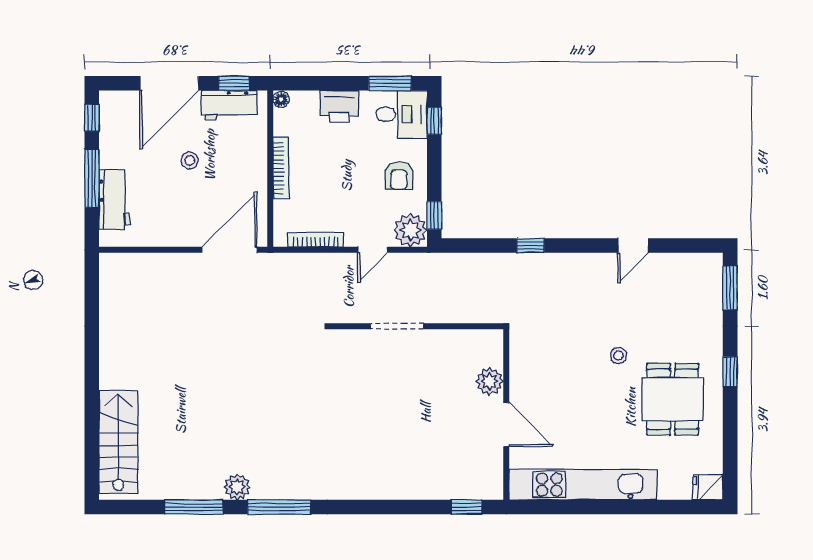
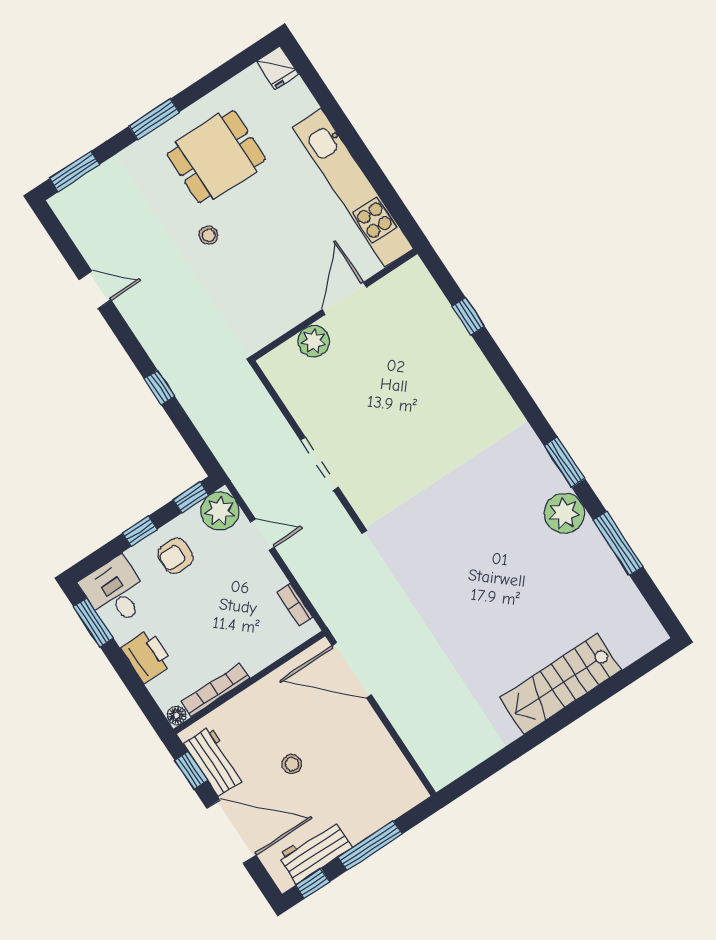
window: (434, 121) -> (140, 531), moved
bookcase: (281, 168) -> (215, 690), moved
armchair: (399, 176) -> (175, 556), turned 180
workbench: (114, 200) -> (315, 851), moved
bookcase: (315, 240) -> (295, 605), width x0.64
window: (730, 372) -> (154, 119), width x1.50
stairs: (118, 442) -> (560, 684), moved
plant: (237, 487) -> (564, 513), width x1.36, depth x1.36
window: (279, 507) -> (565, 462), width x0.69
window: (466, 507) -> (468, 316), moved

